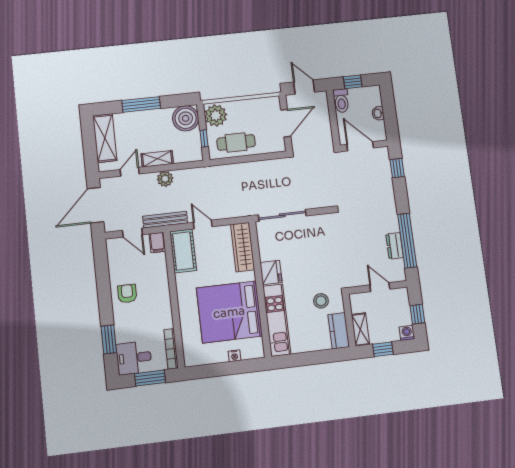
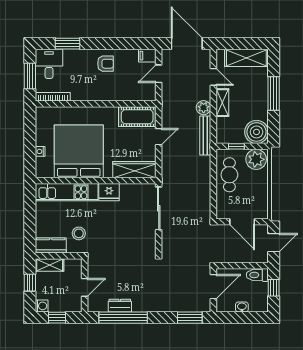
window: (397, 168) -> (190, 318), width x1.50
bench: (165, 220) -> (205, 135), moved
filing cabinet: (157, 242) -> (147, 56), moved

